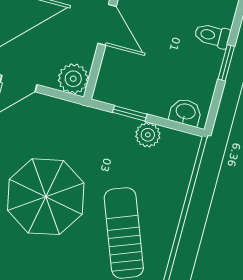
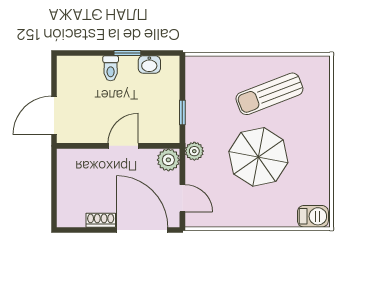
washbasin: (185, 112) -> (149, 65), moved, turned -90
plant: (148, 135) -> (194, 151), moved

